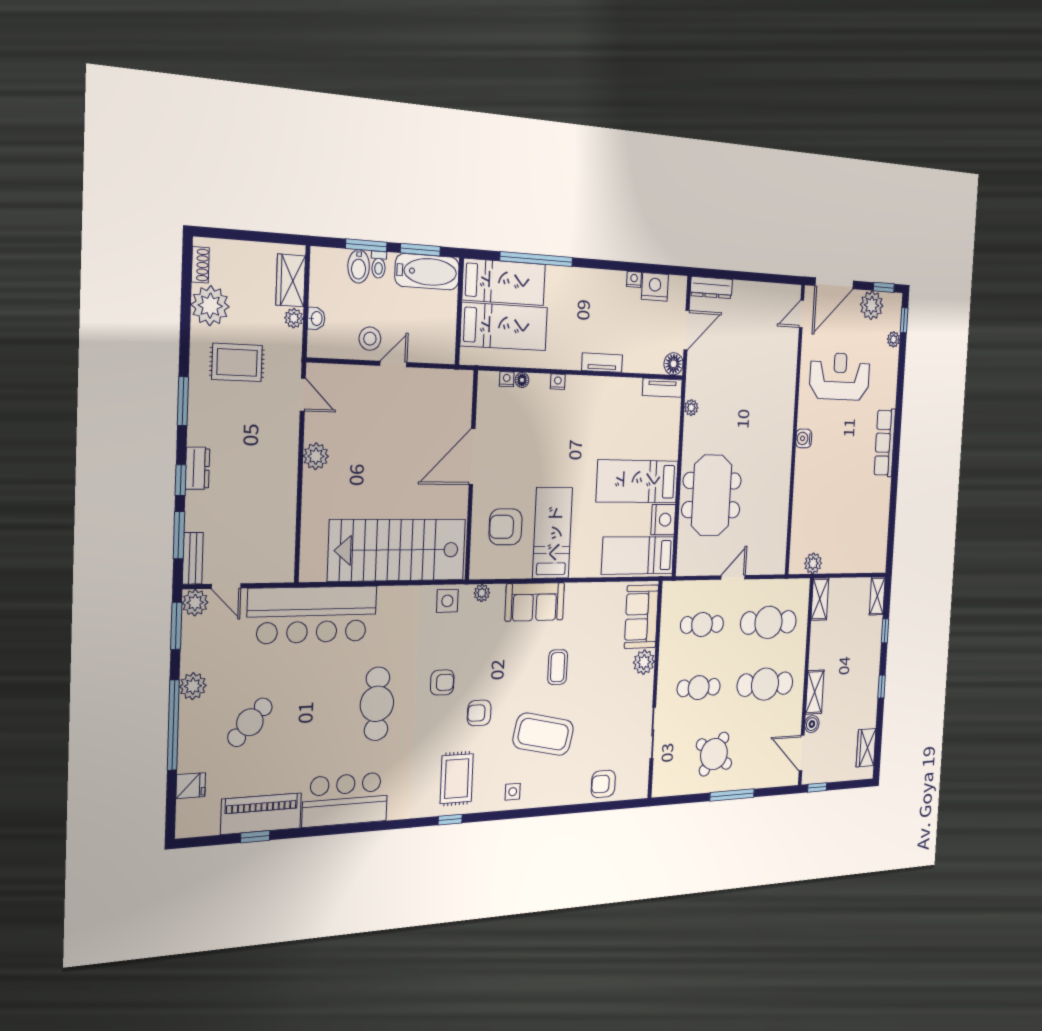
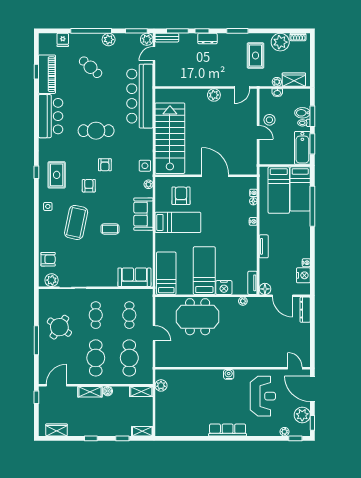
nightstand: (663, 520) -> (224, 288), moved
plant: (644, 662) -> (52, 280), moved
boiler: (812, 724) -> (108, 391), moved
rug: (457, 779) -> (57, 175), turned 90
armchair: (603, 784) -> (48, 259), turned 90

